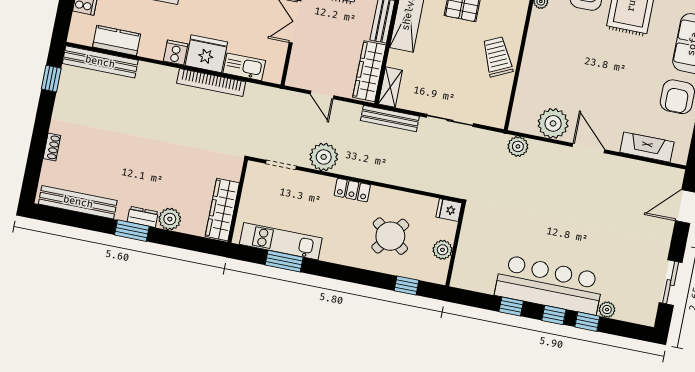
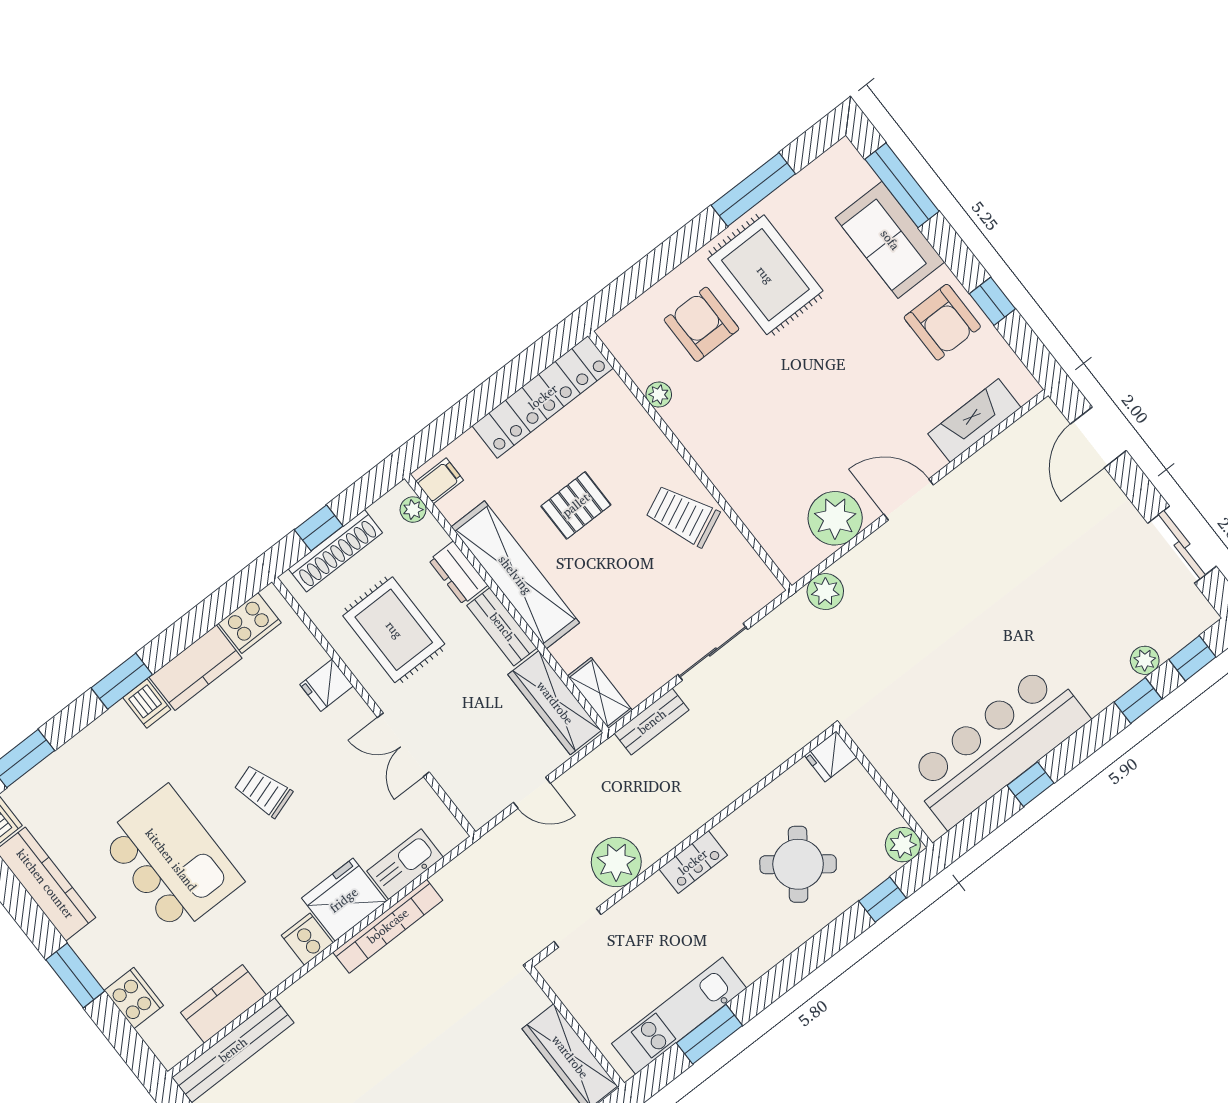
bench: (390, 118) -> (652, 722), width x0.73
plant: (443, 250) -> (903, 845), moved
bar counter: (549, 285) -> (997, 746), moved
window: (554, 315) -> (1192, 658), moved

